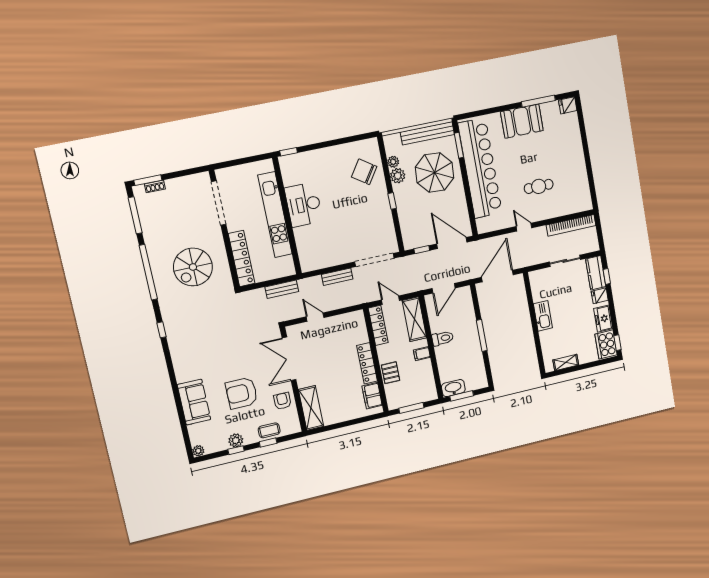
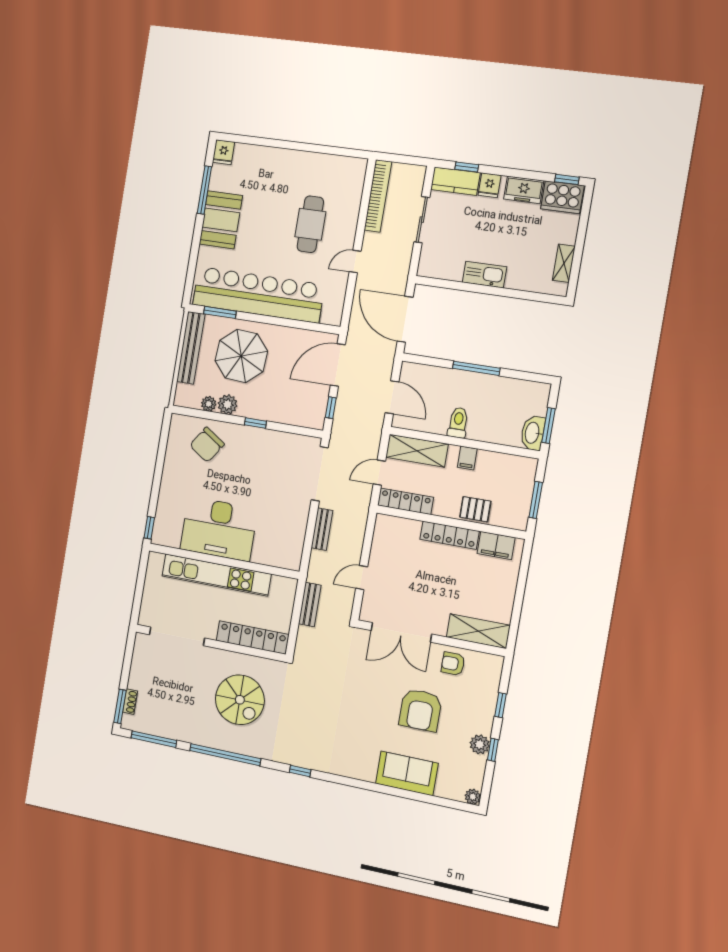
cafe table: (539, 186) -> (310, 224), width x1.37, depth x1.35
desk: (304, 205) -> (219, 529), width x1.36, depth x1.30
coffee table: (269, 430) -> (485, 697), removed

